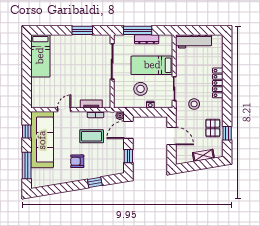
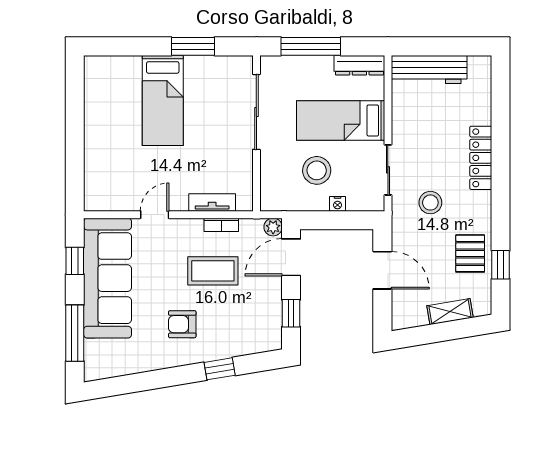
dresser: (147, 39) -> (359, 65), moved
bed: (40, 56) -> (163, 100), moved

